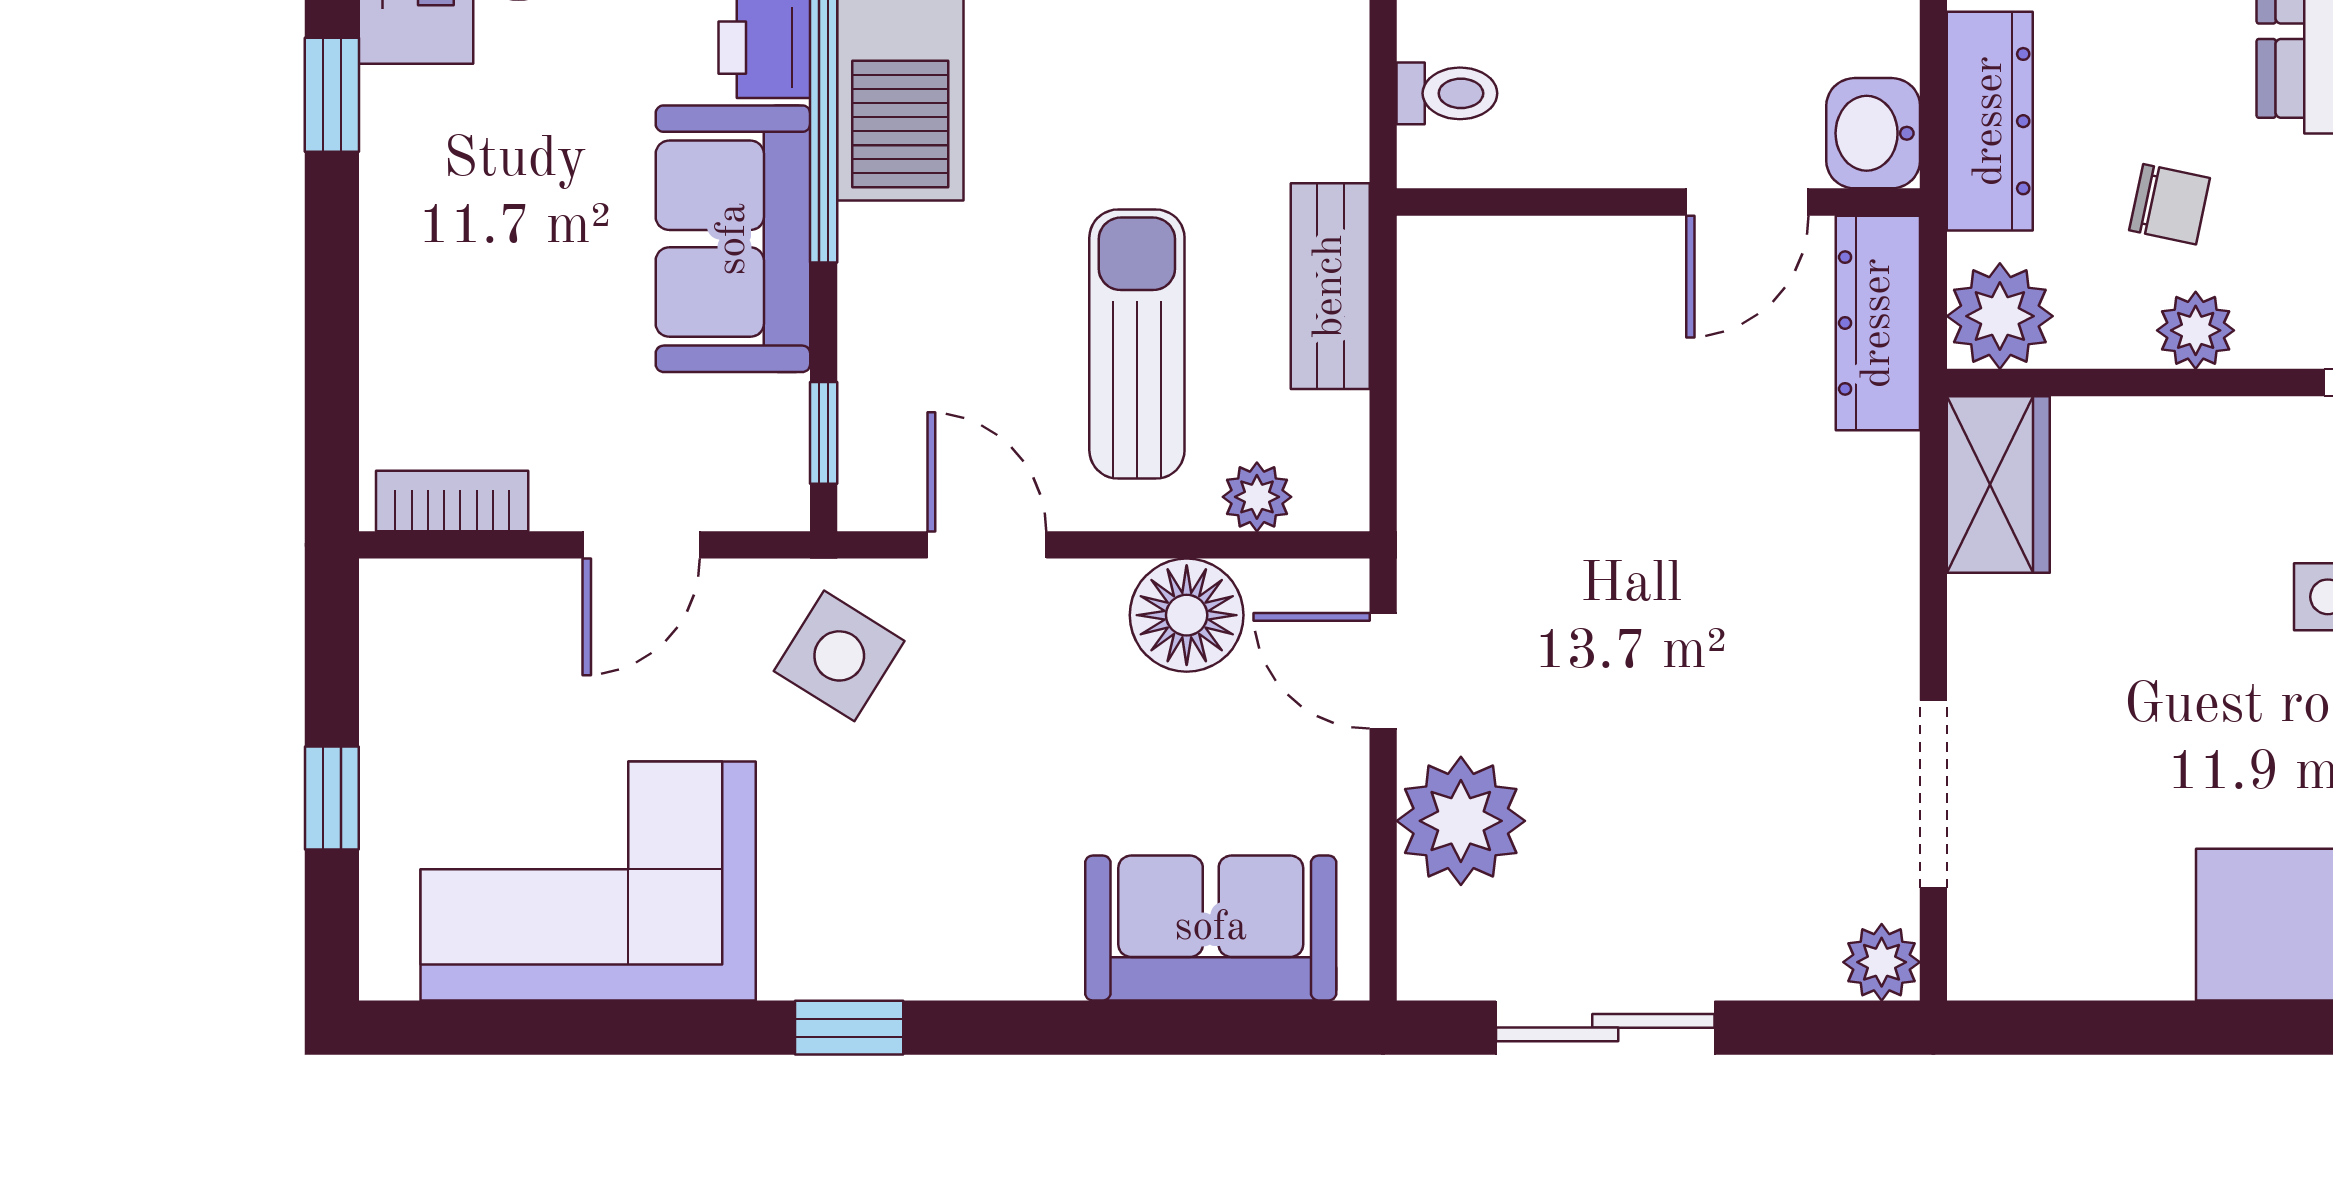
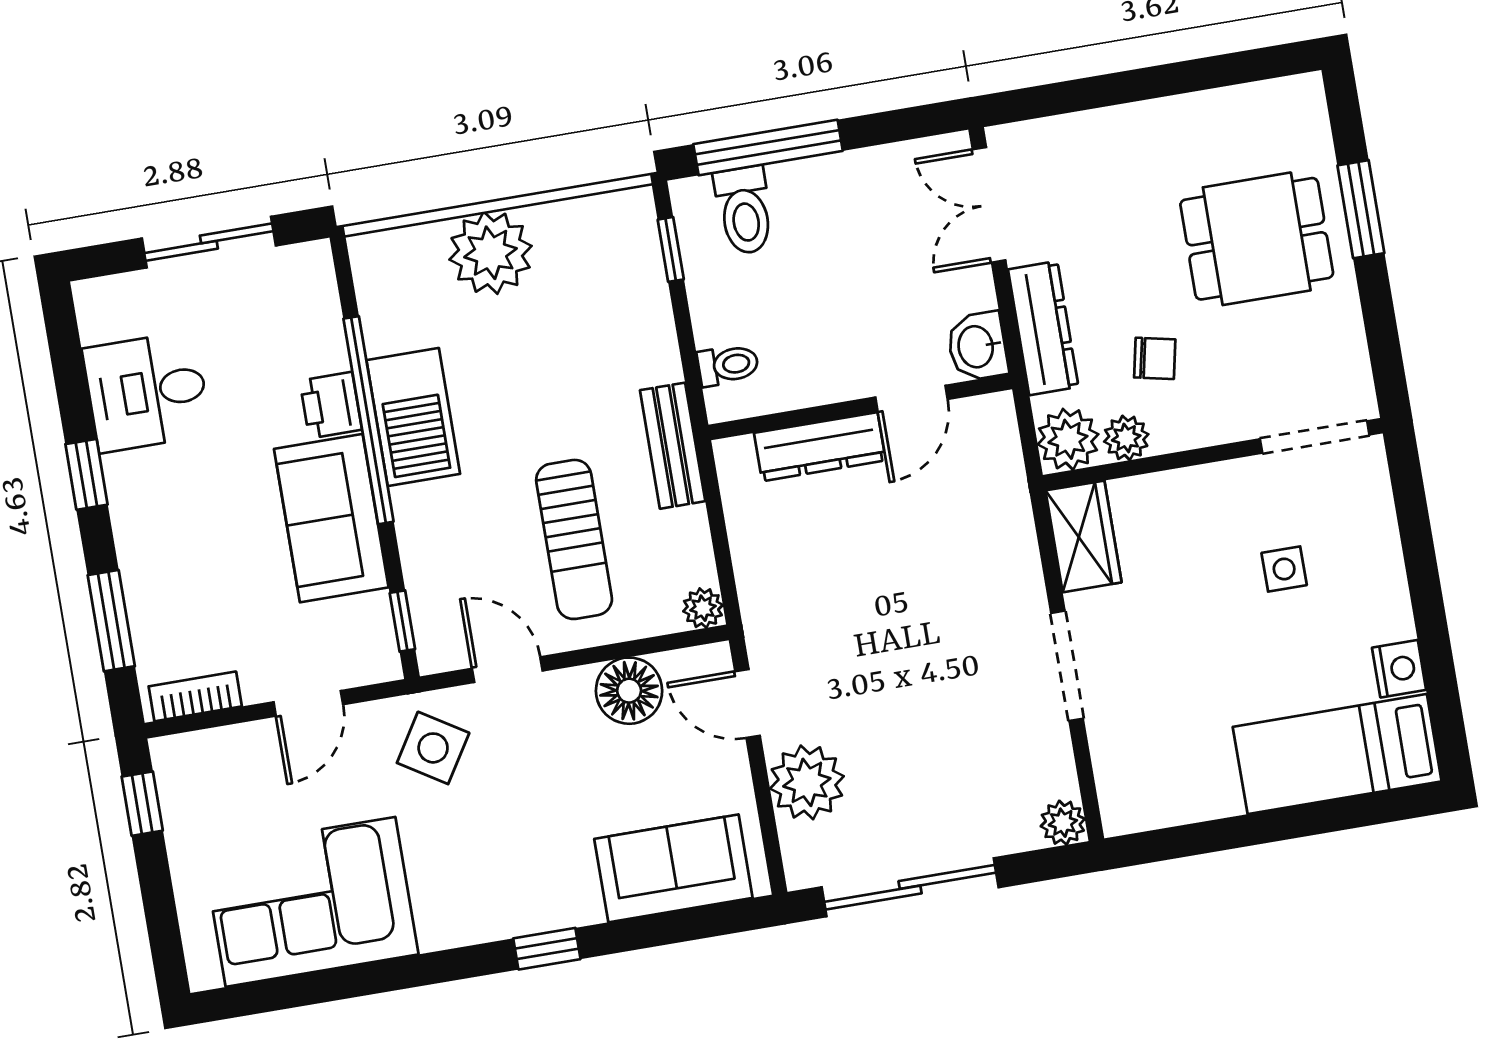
bench: (1330, 286) -> (673, 446), moved
dresser: (1878, 323) -> (820, 447), moved, turned -90
plant: (2196, 330) -> (1126, 438), moved
sun lounger: (1137, 344) -> (574, 539), turned 180
window: (332, 349) -> (111, 621), added
plant: (1257, 497) -> (703, 608), moved
doorway: (1933, 794) -> (1067, 666), moved
window: (332, 798) -> (142, 804), moved
window: (849, 1028) -> (547, 949), moved
sliding door: (1605, 1028) -> (910, 887), width x1.37

